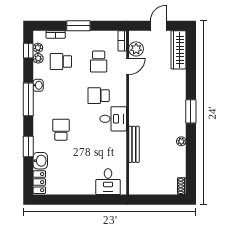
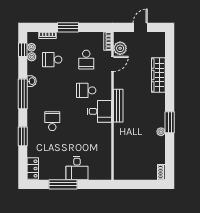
wardrobe: (178, 50) -> (158, 75), moved
window: (191, 111) -> (170, 122), moved
bench: (134, 144) -> (118, 106), moved
washbasin: (40, 161) -> (34, 149), removed
desk: (108, 182) -> (77, 168), moved
window: (73, 200) -> (63, 184), added

